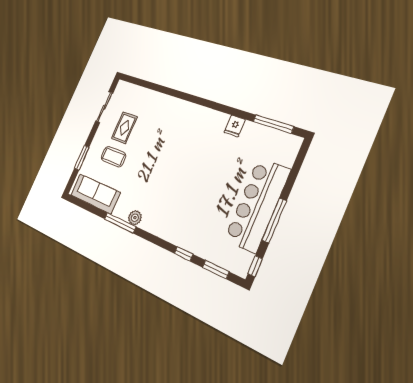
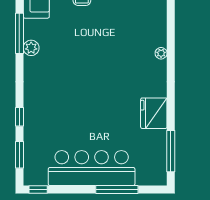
plant: (188, 107) -> (161, 53), added
fridge: (235, 126) -> (154, 113), width x1.88, depth x1.34
window: (274, 220) -> (117, 189), moved

